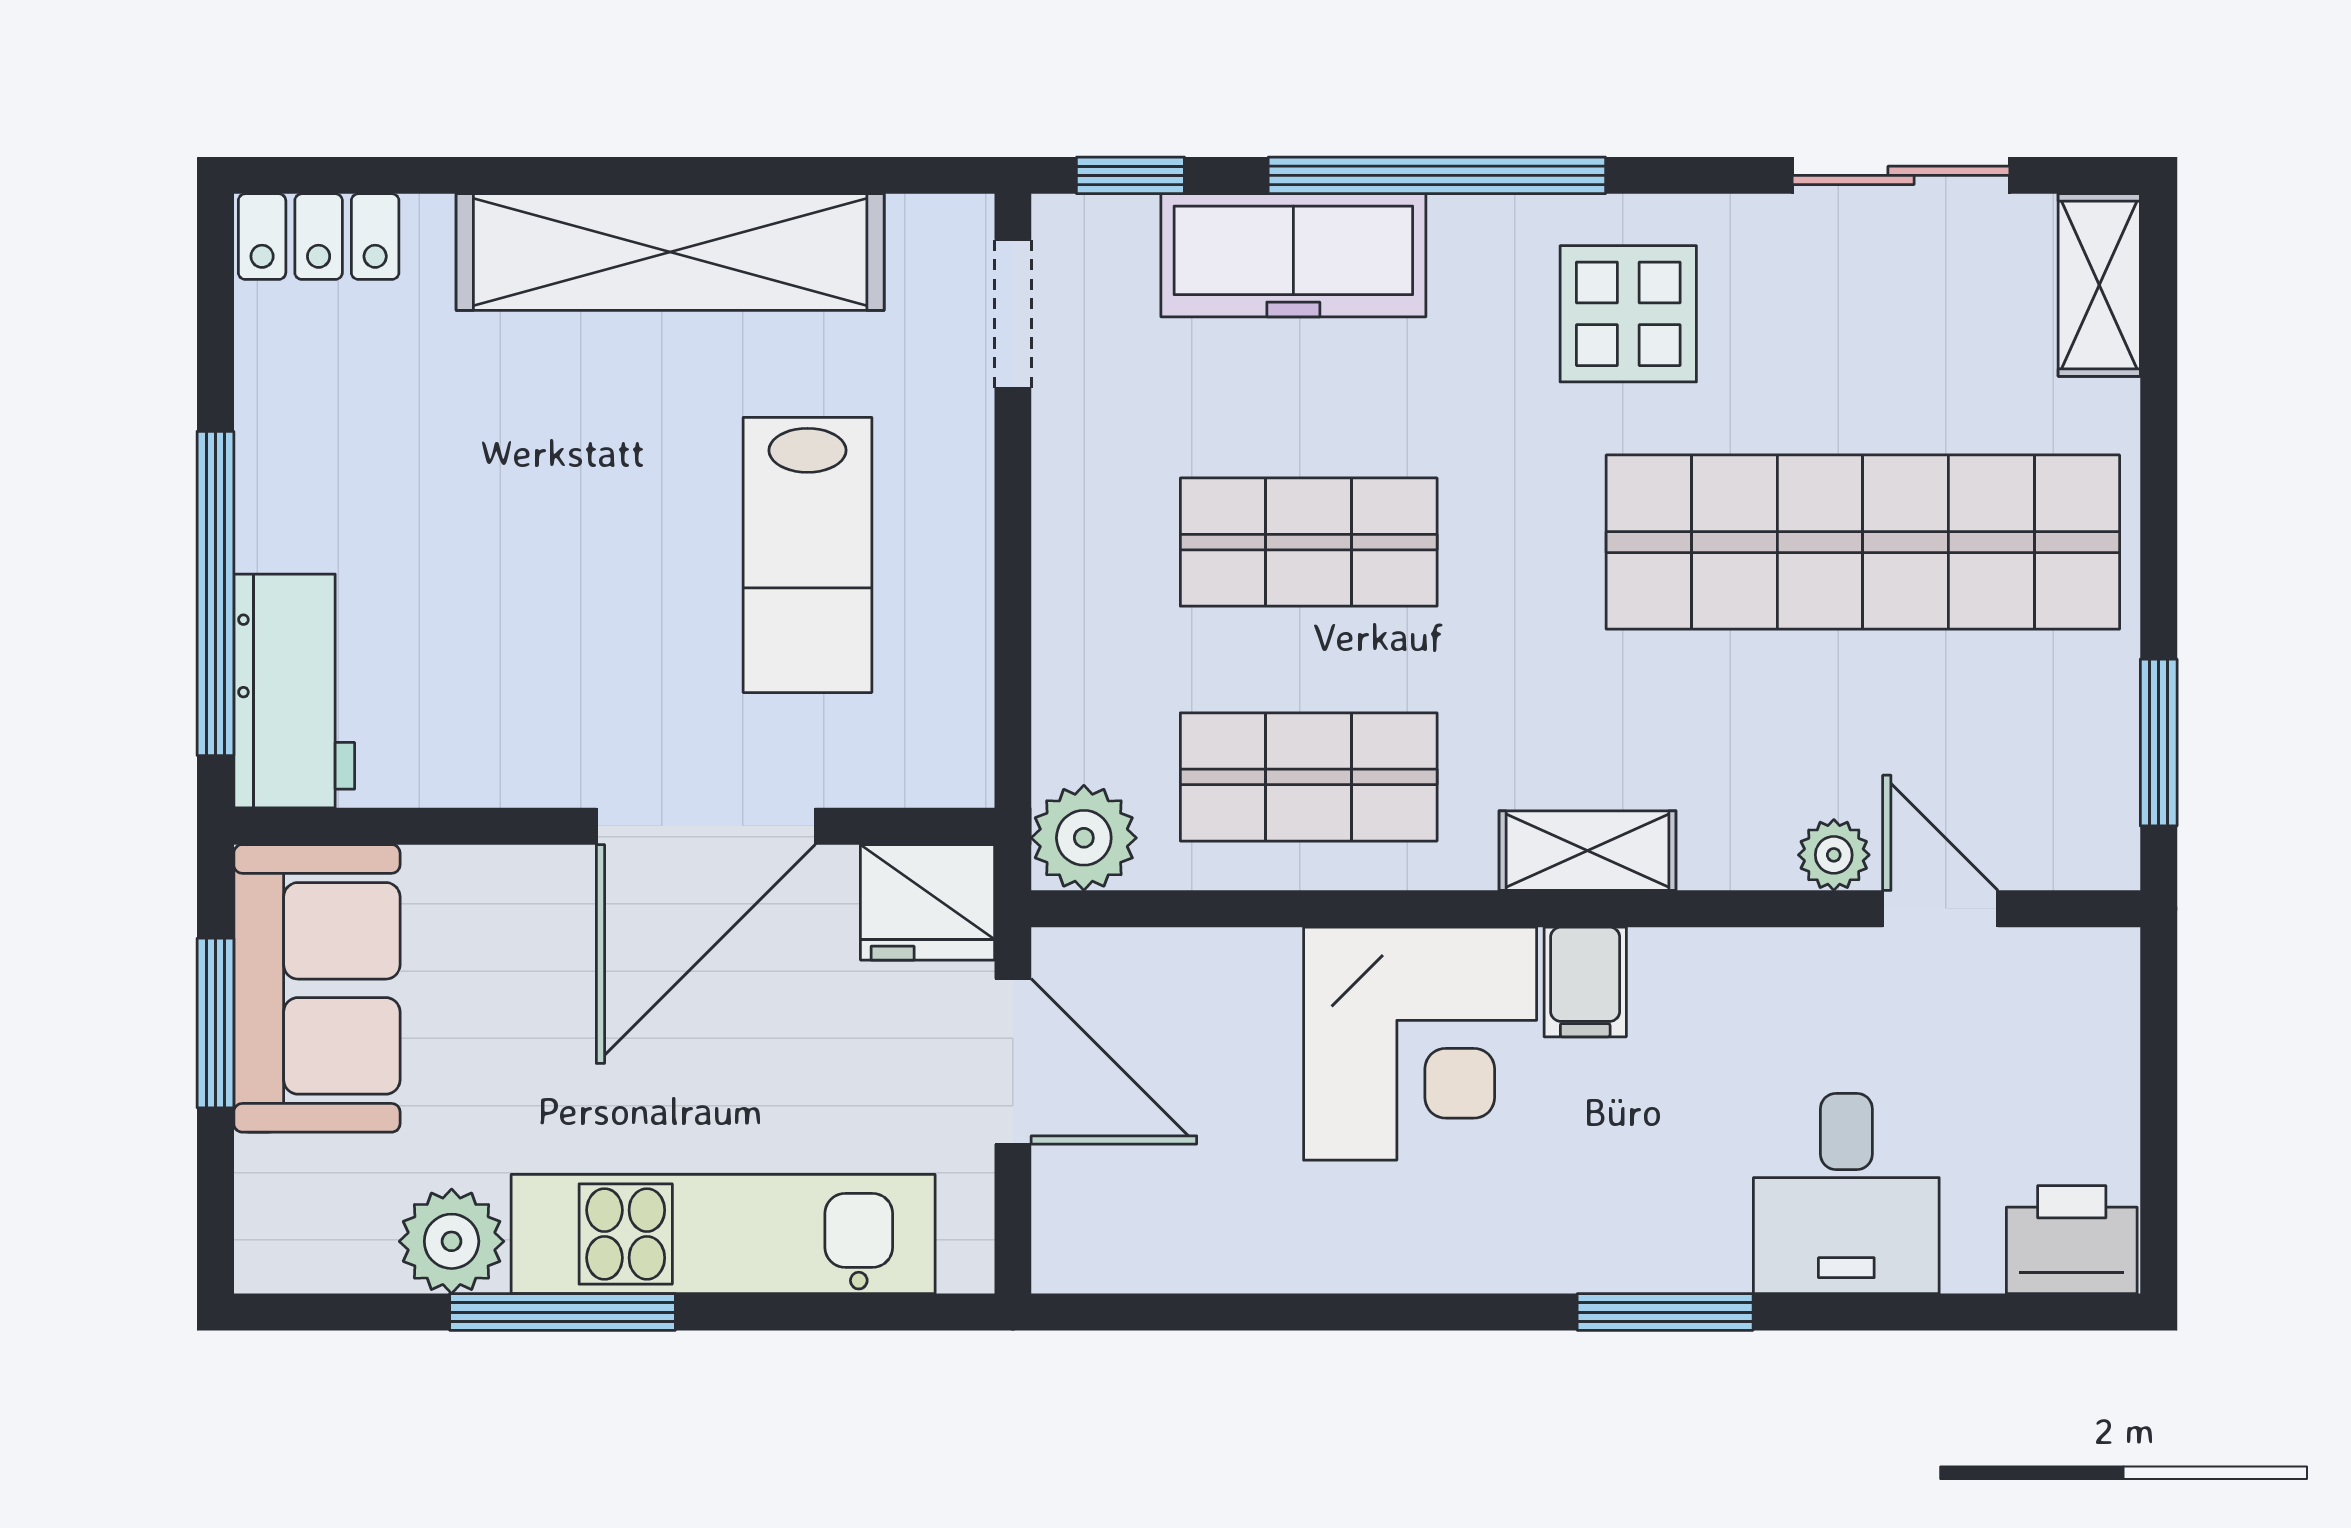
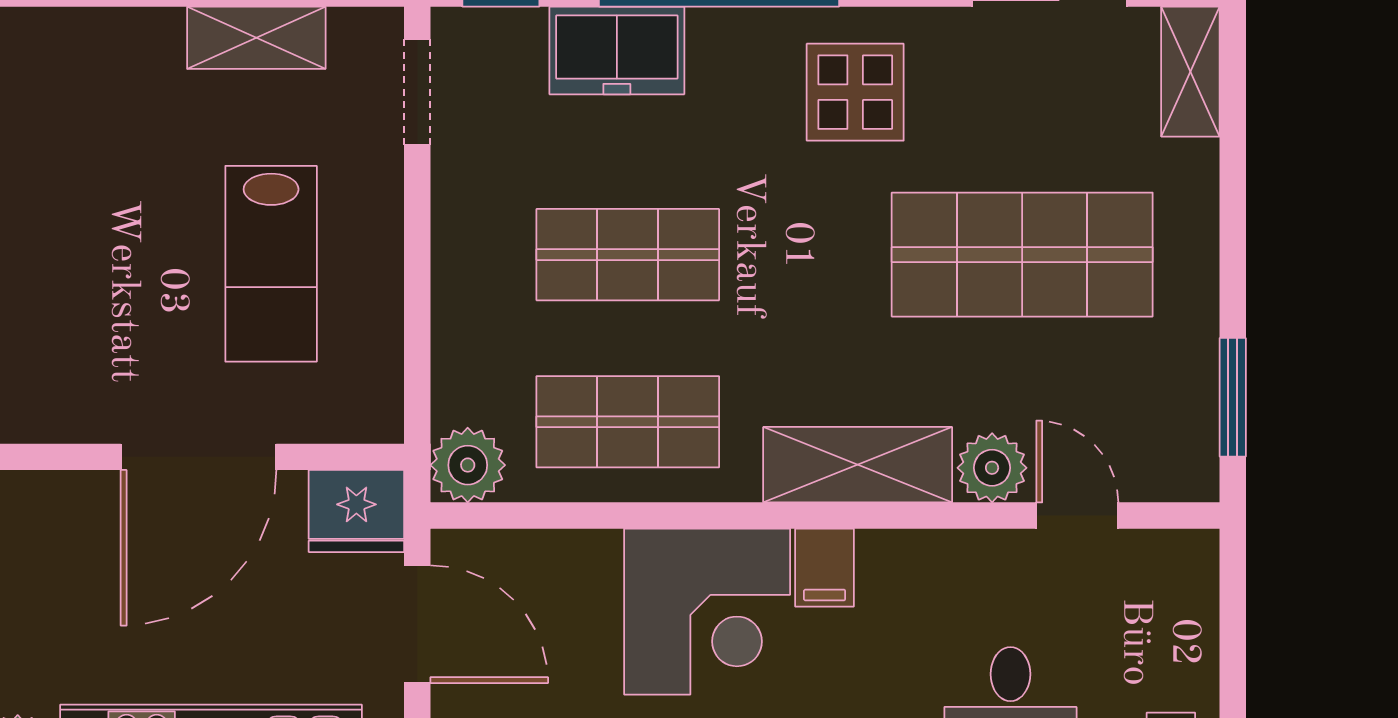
shelving: (670, 252) -> (256, 38), width x0.45, depth x0.75
freezer: (1293, 255) -> (617, 50), width x0.71
shop shelf: (1863, 542) -> (1022, 255), width x0.71
shelving: (1587, 851) -> (858, 465), width x1.50, depth x1.33
plant: (1834, 855) -> (992, 468), width x1.38, depth x1.38

